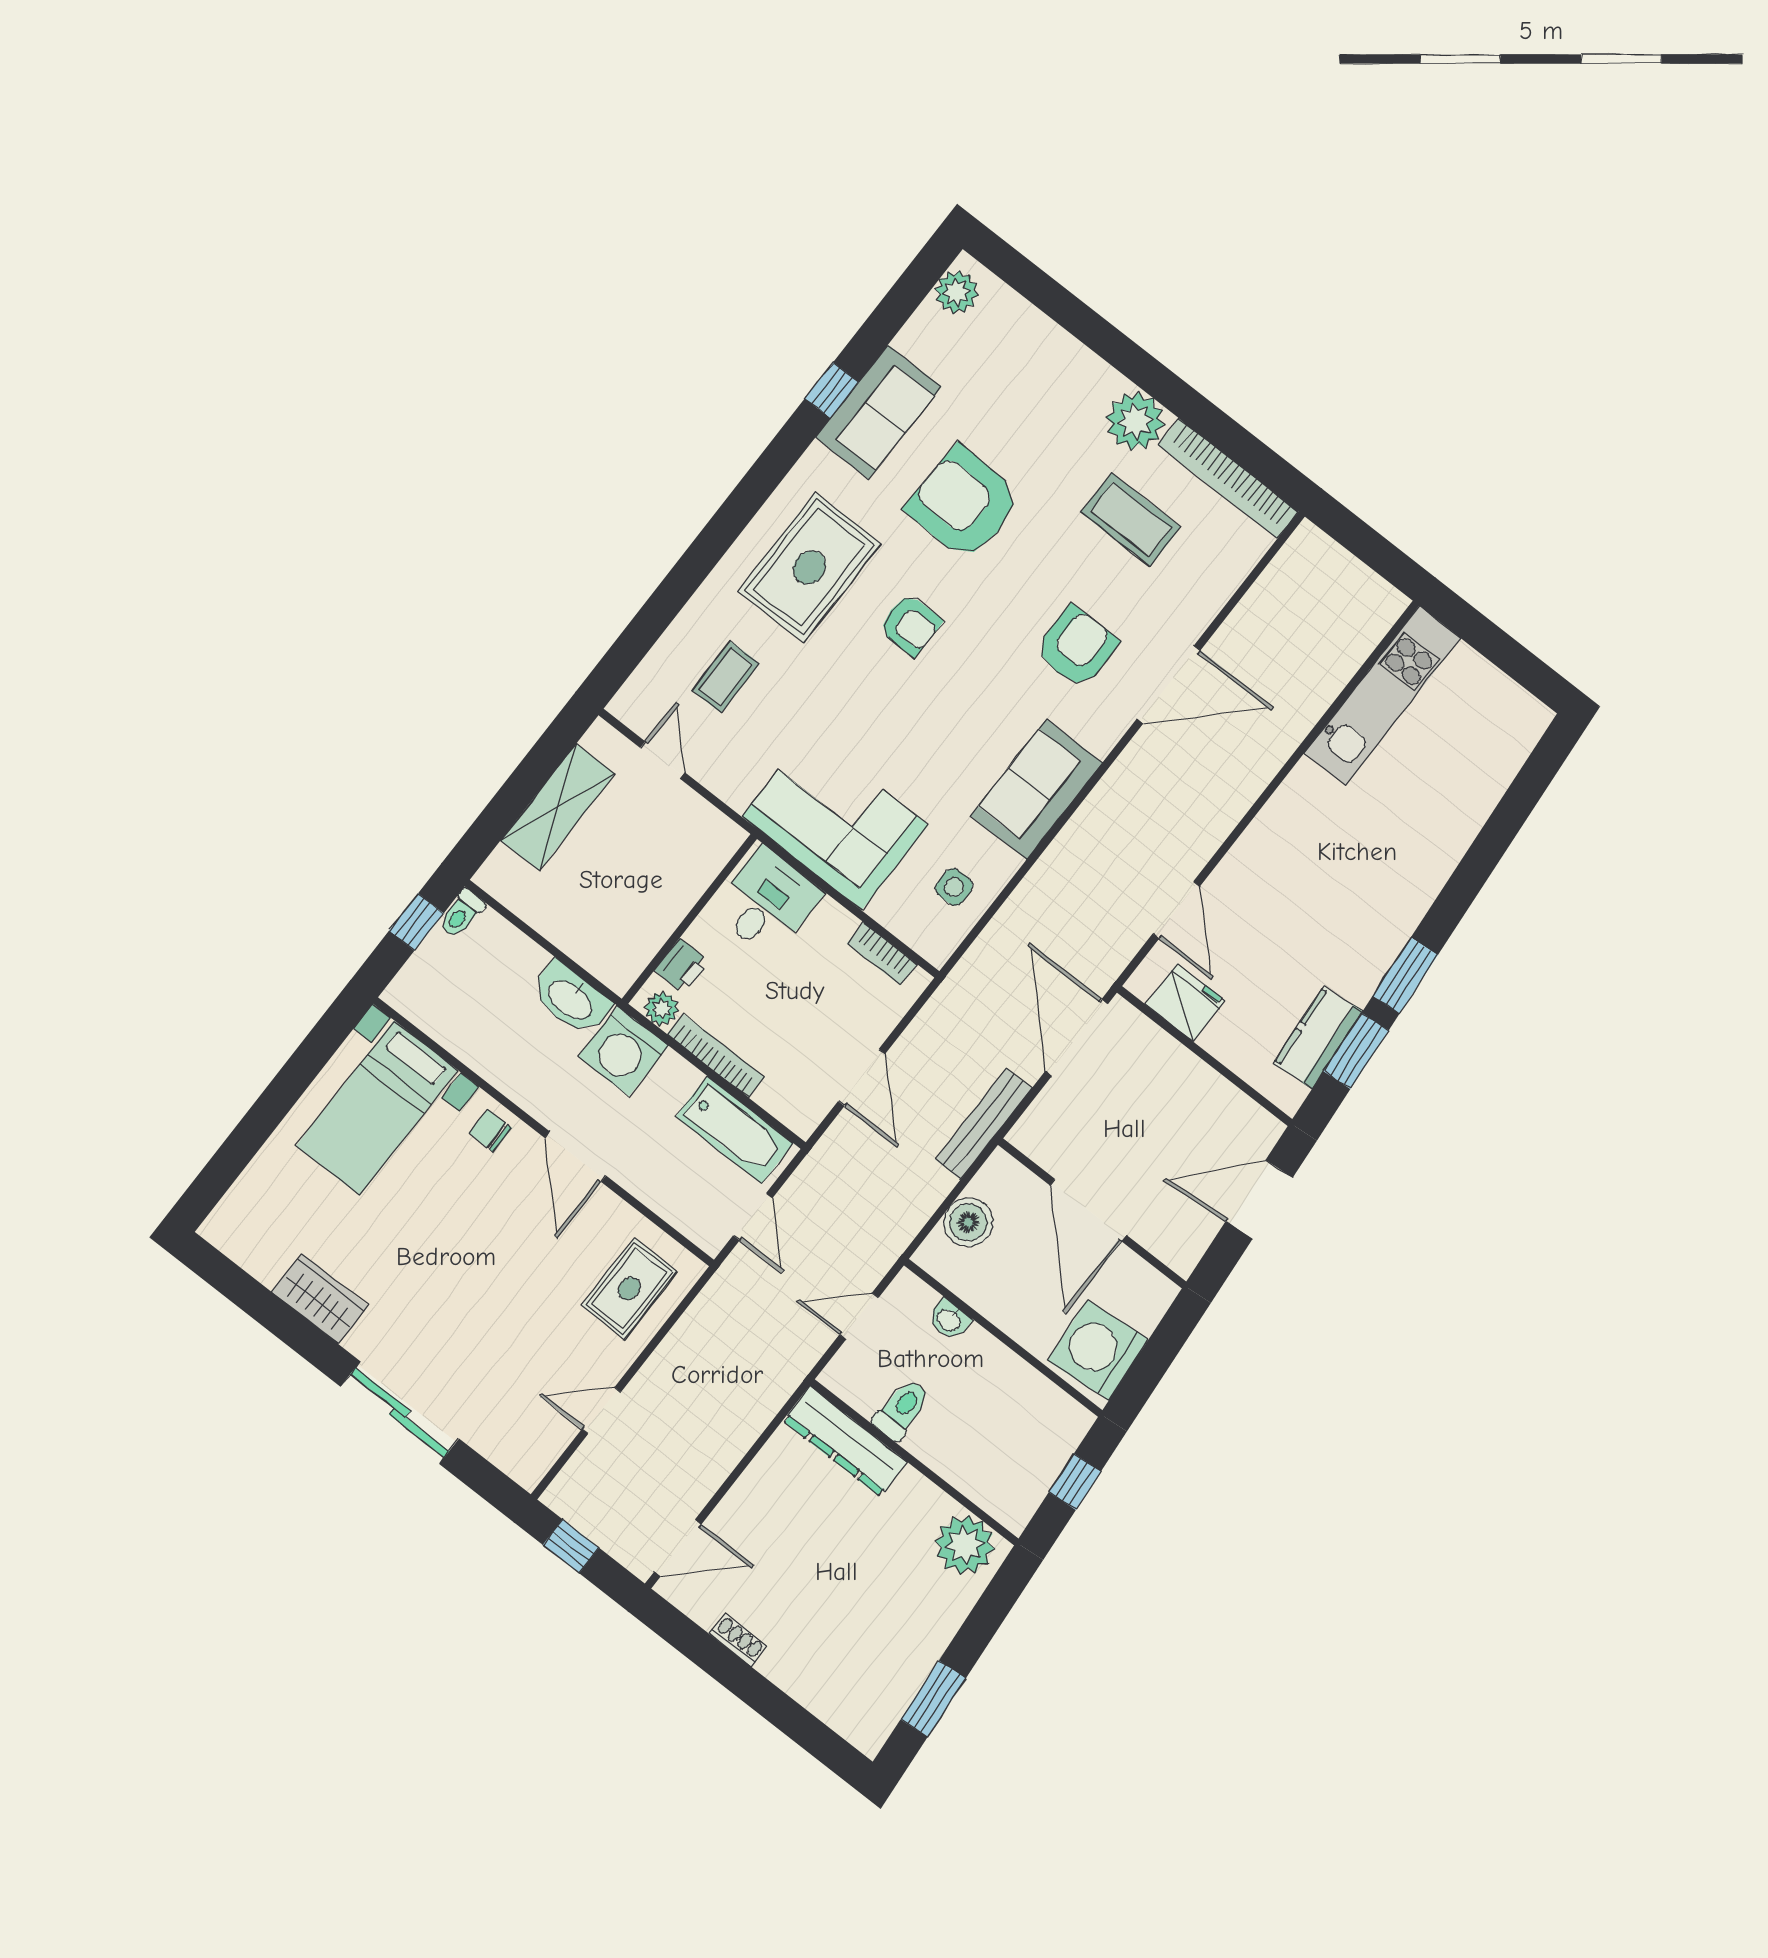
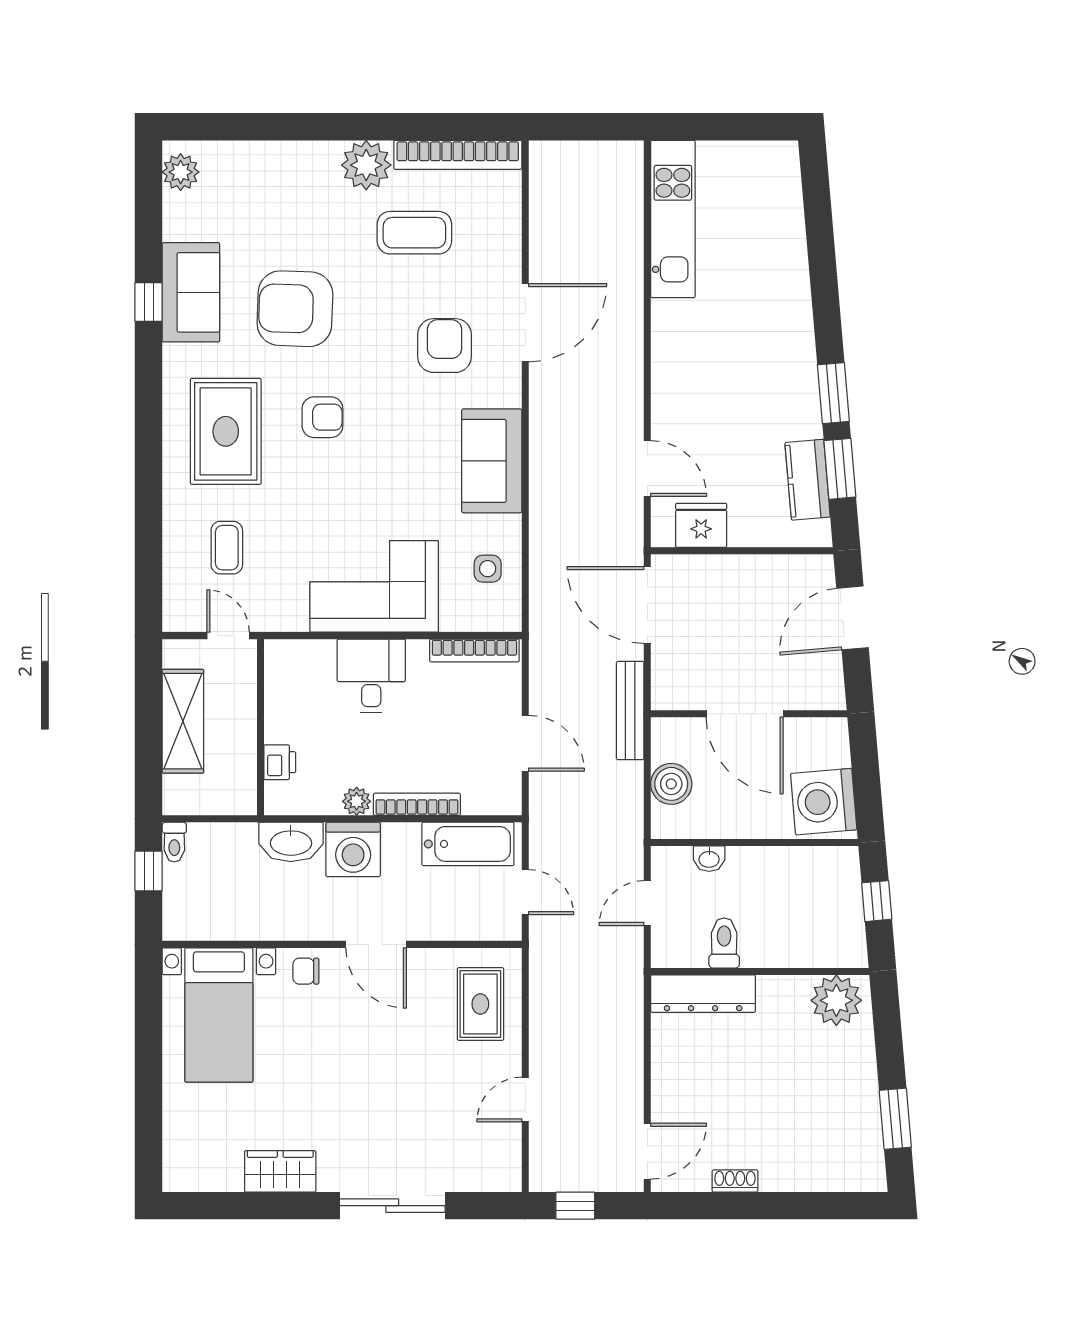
wall: (689, 919) -> (261, 727), moved
bookcase: (882, 954) -> (474, 650), width x1.56
printer: (682, 966) -> (280, 762), moved

